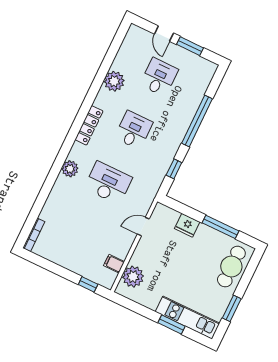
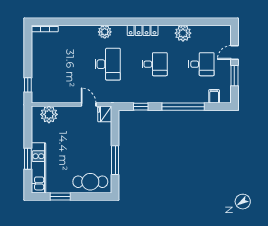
fridge: (187, 225) -> (105, 114), moved
filing cabinet: (114, 264) -> (214, 96), moved

